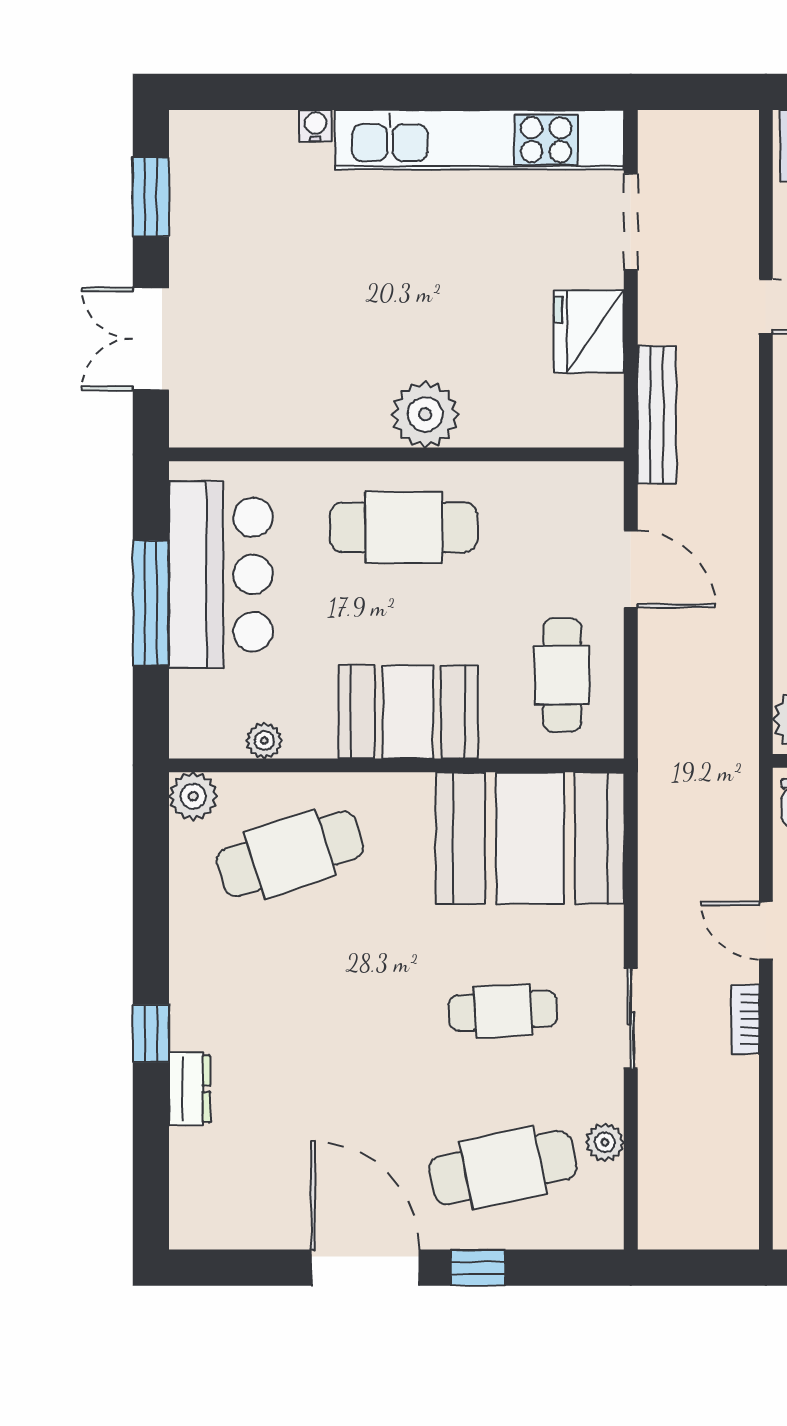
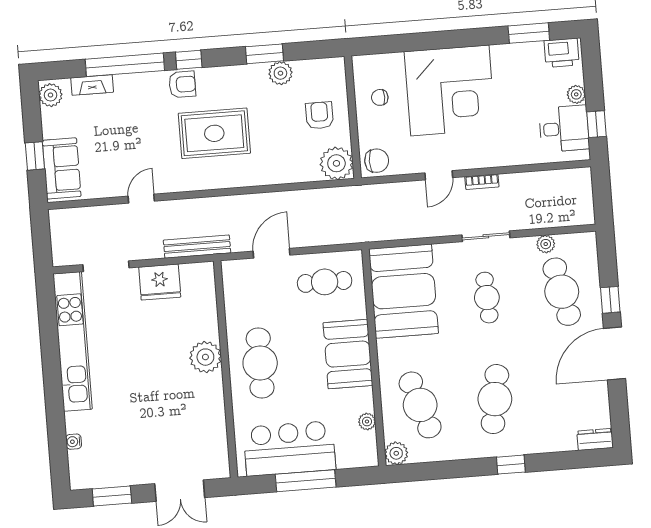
water cooler: (316, 126) -> (74, 442), moved
cafe table: (290, 1011) -> (495, 399), added
dresser: (190, 1089) -> (595, 439), moved

